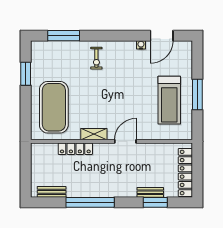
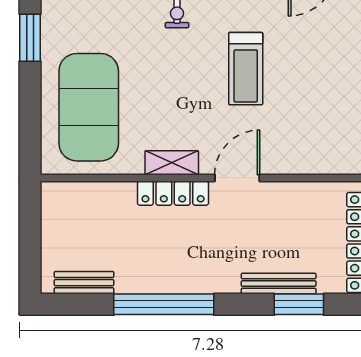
treadmill: (169, 100) -> (246, 69), moved, width x0.73, depth x0.73
locker: (75, 149) -> (173, 193), moved
bench: (150, 192) -> (279, 284), width x1.36

